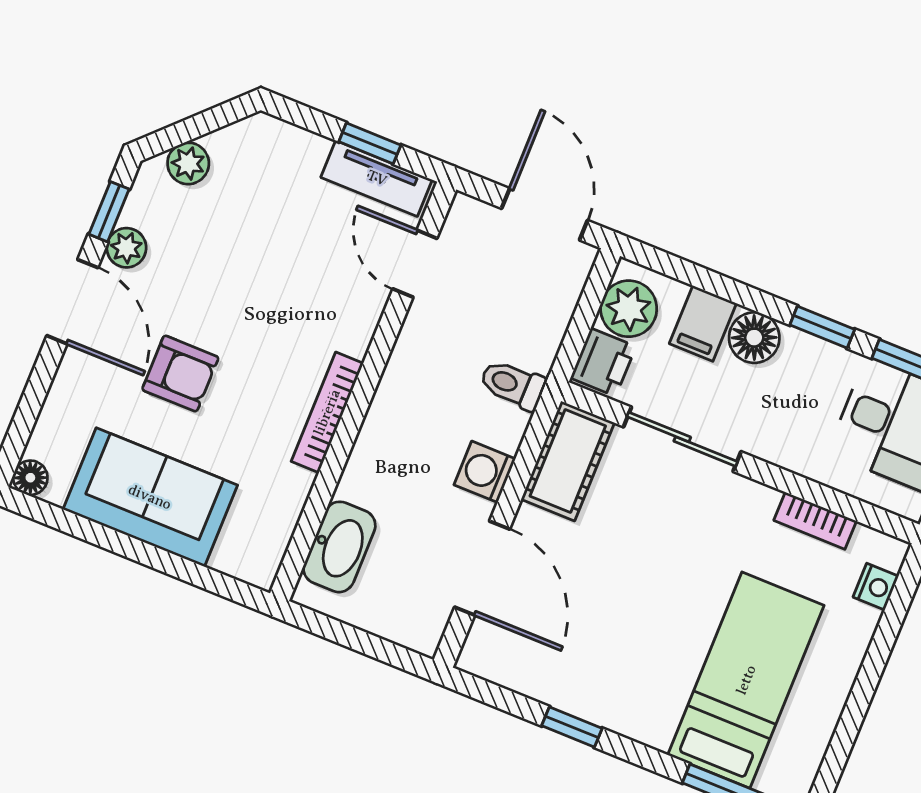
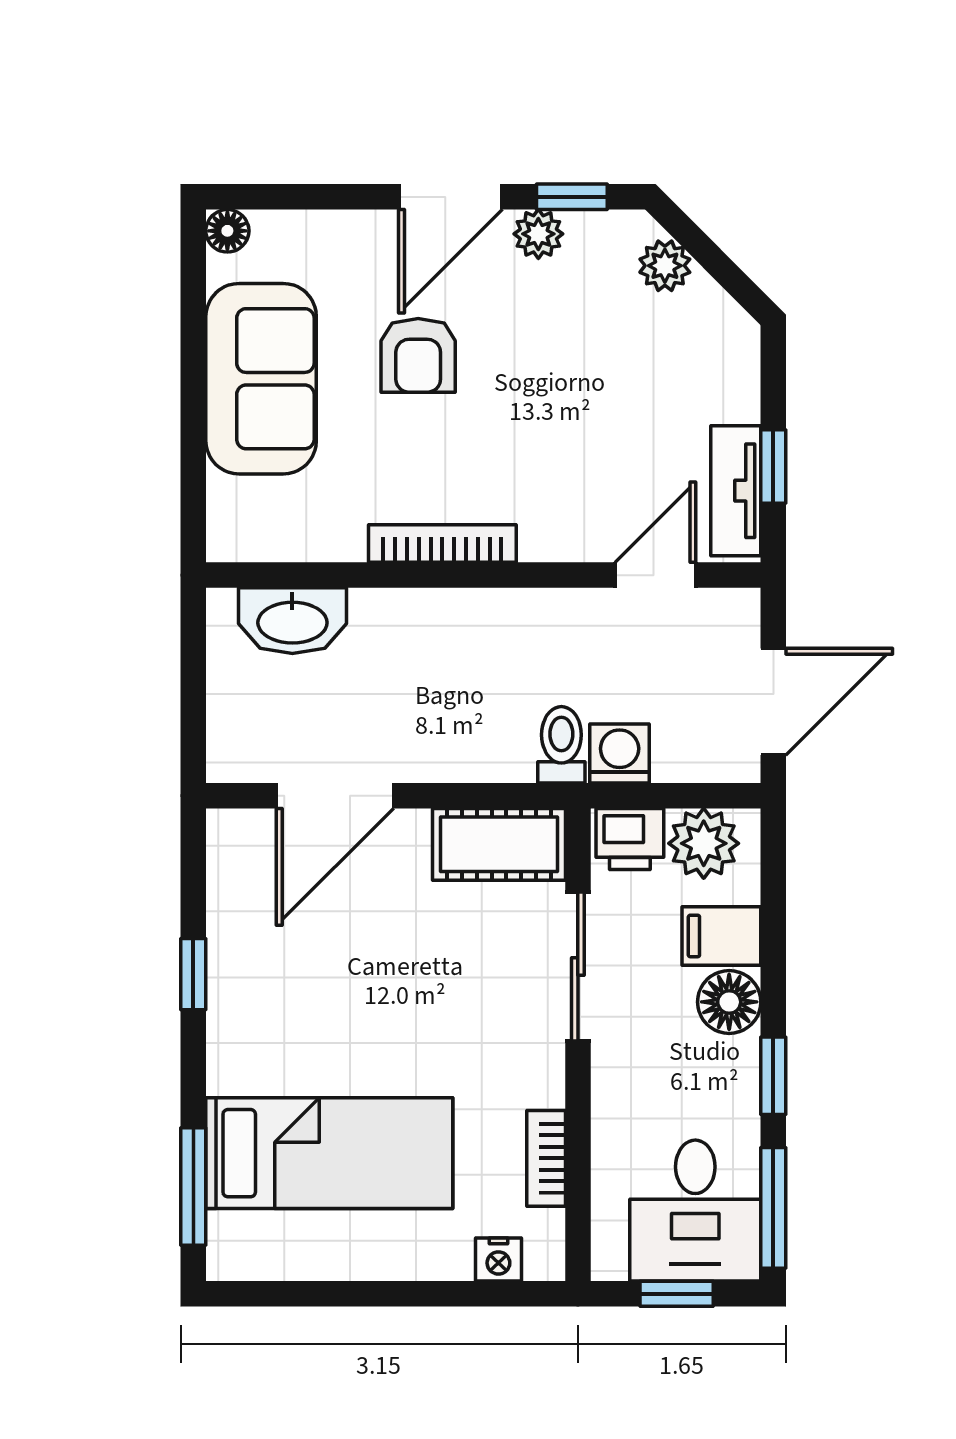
washing machine: (485, 472) -> (620, 753), moved

